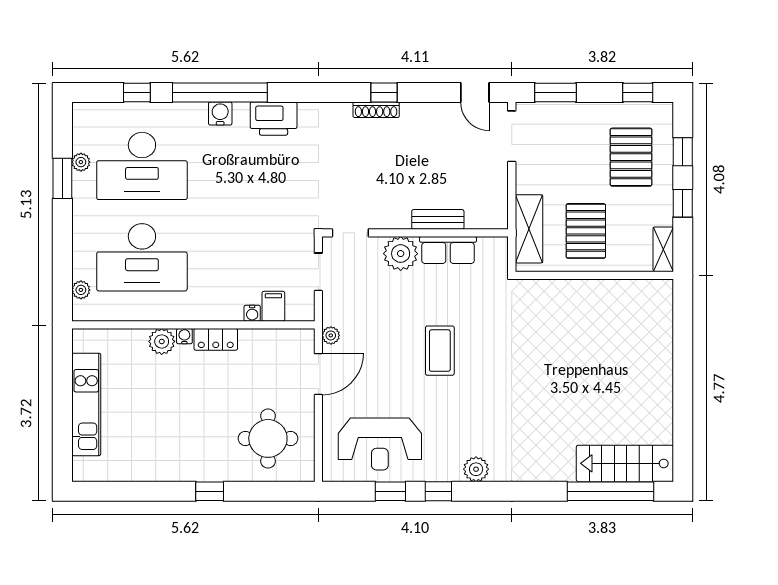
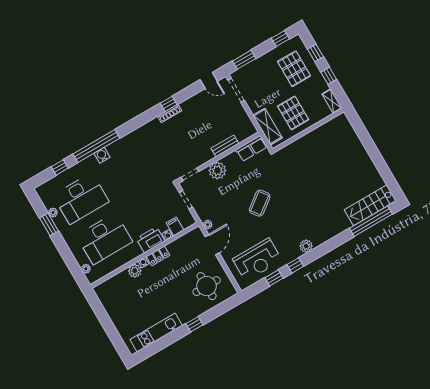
printer: (274, 119) -> (151, 240), moved, turned 180
row of seats: (448, 250) -> (251, 149), moved
coffee table: (440, 351) -> (260, 203), turned 53
kitchen unit: (86, 404) -> (156, 333), moved, turned -90

